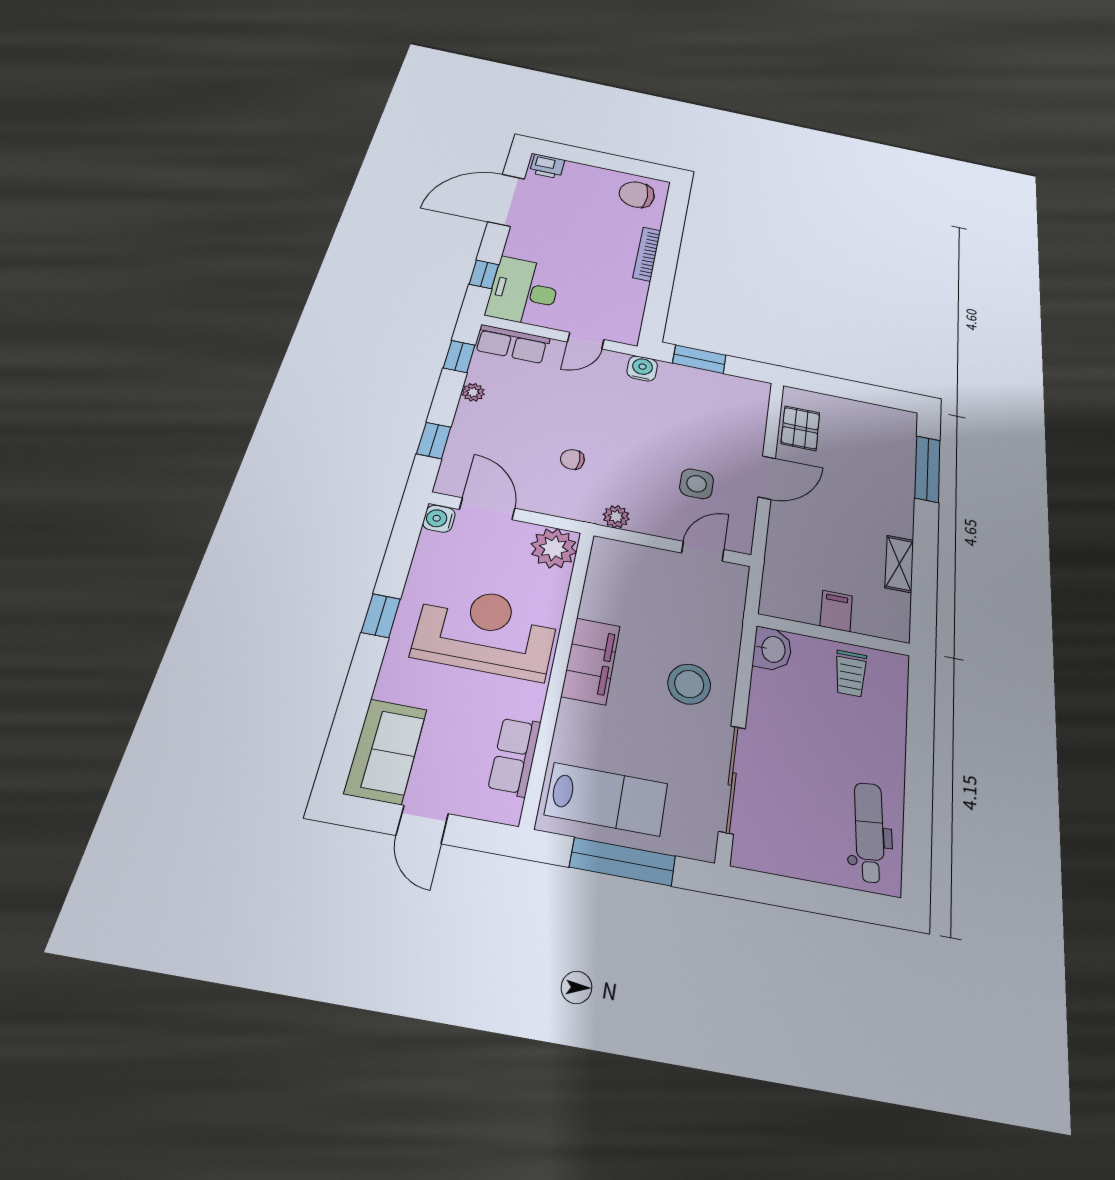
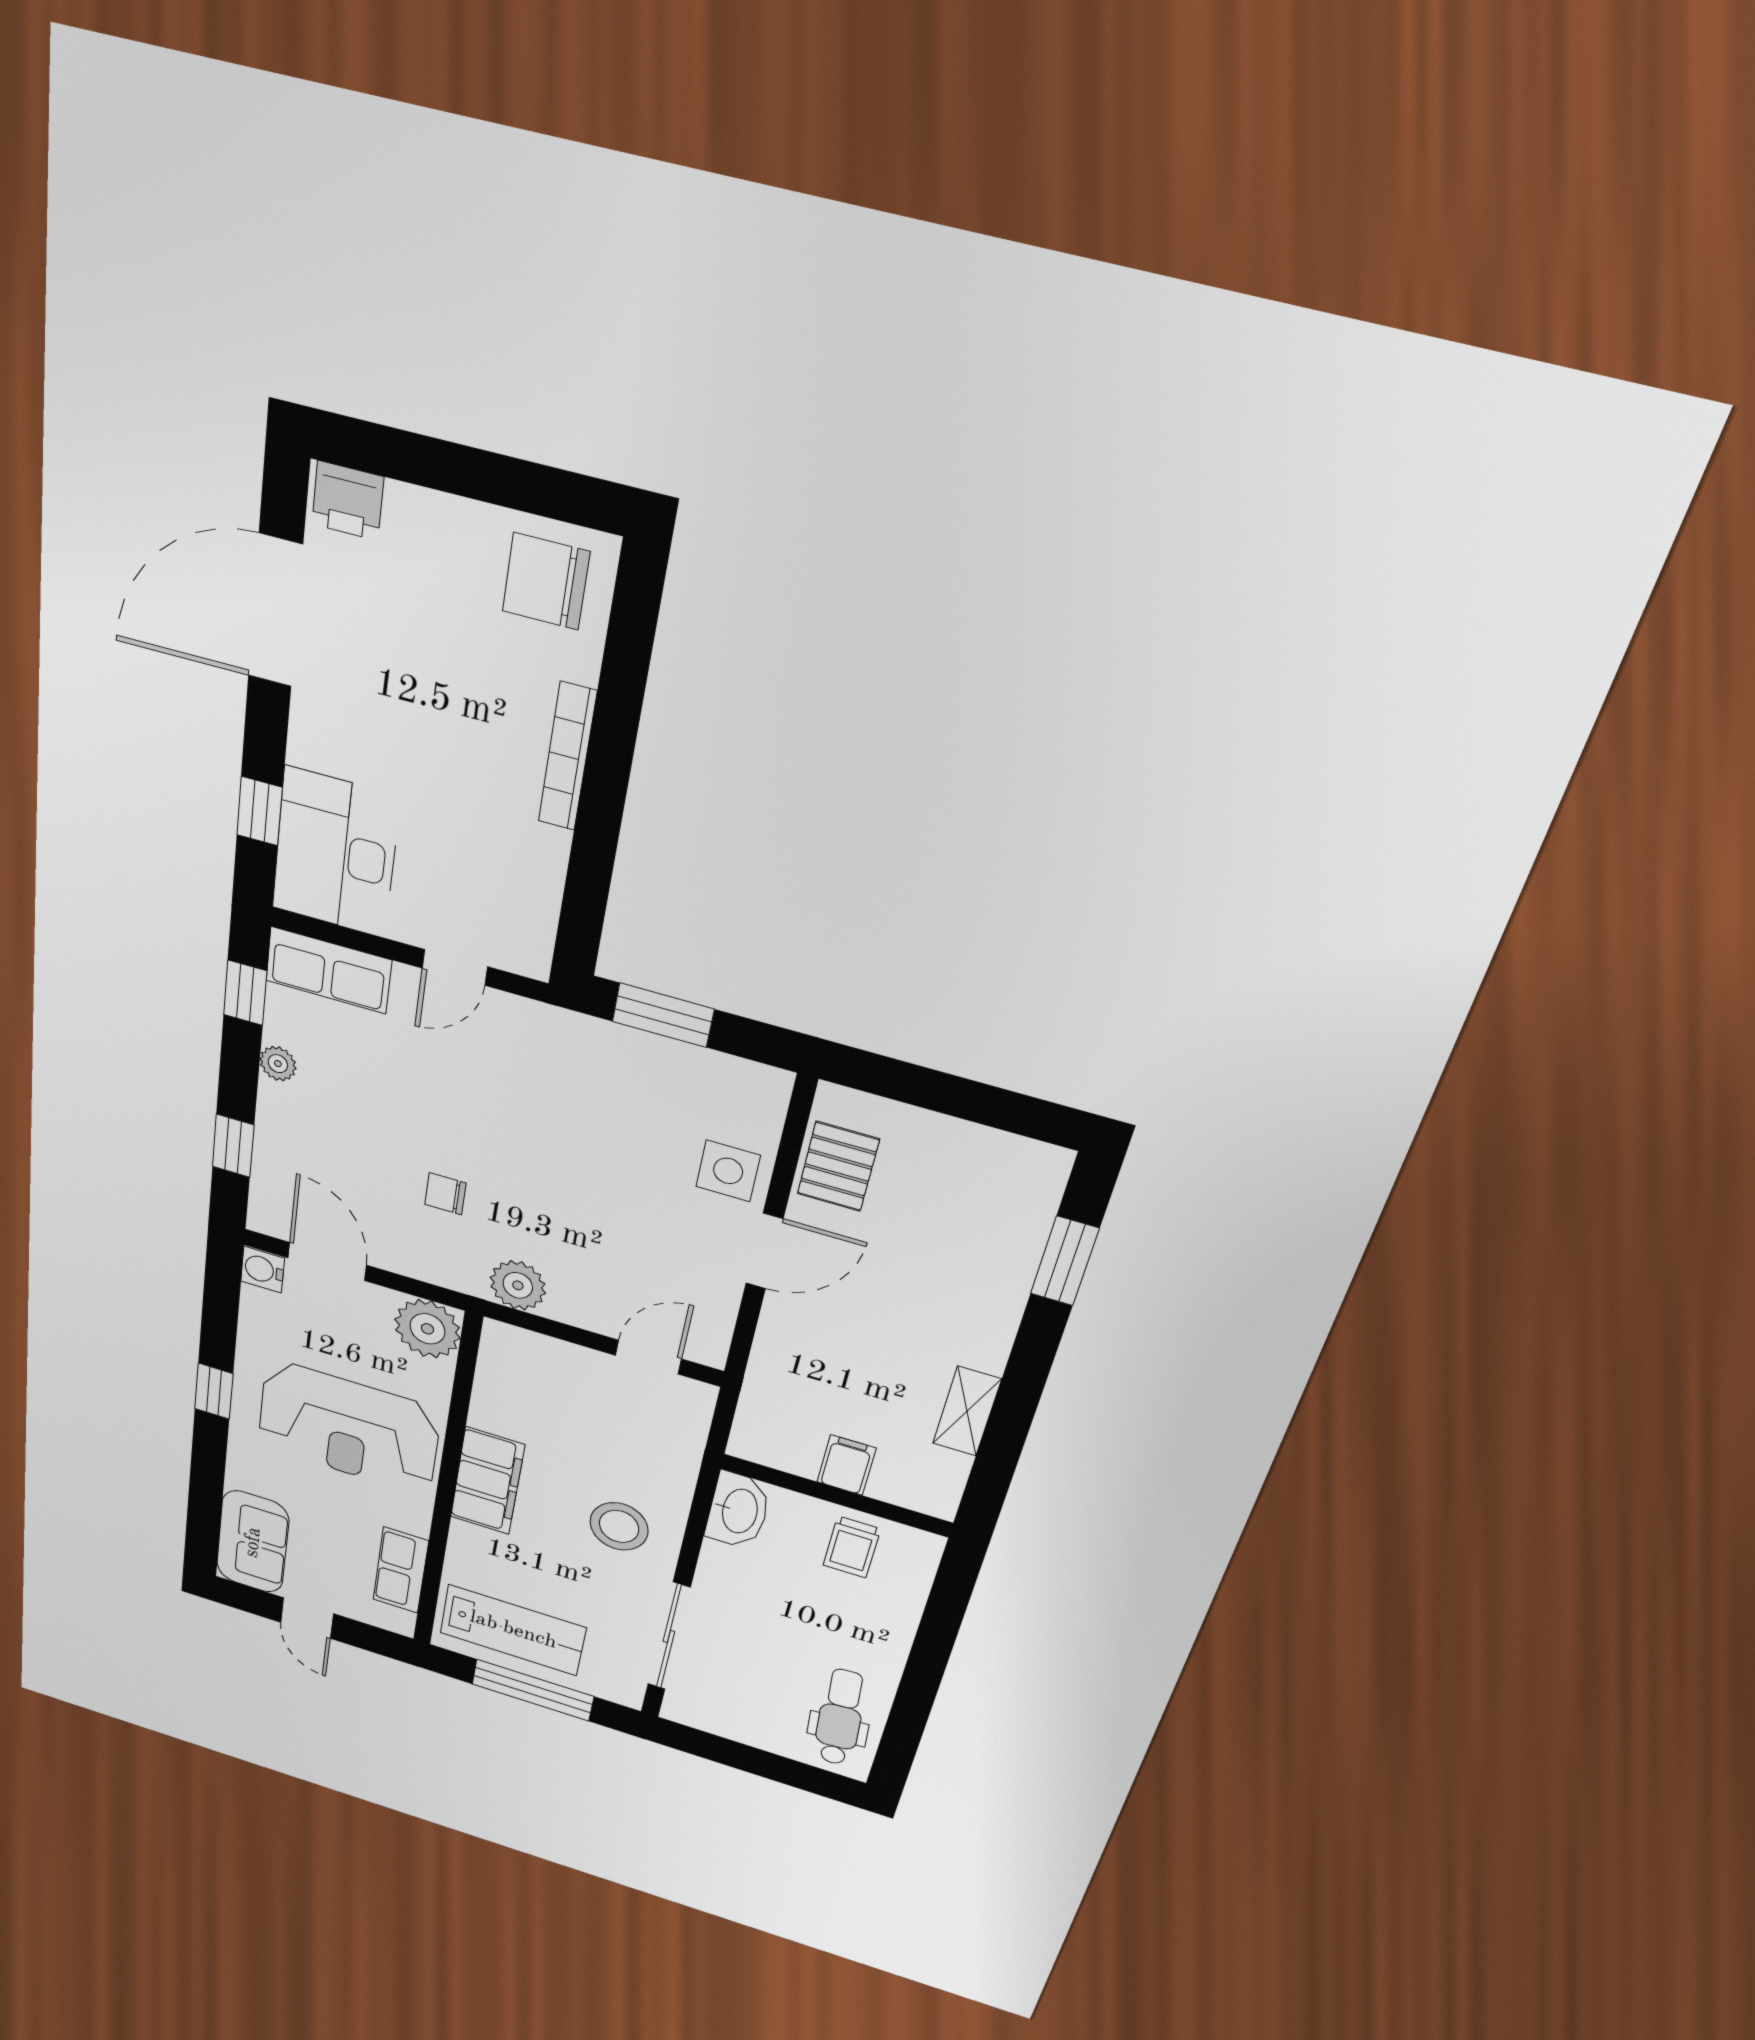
water cooler: (642, 368) -> (557, 1030), removed
window: (927, 469) -> (1065, 1261), width x0.69
side table: (697, 484) -> (728, 1171), moved
plant: (616, 517) -> (518, 1285), width x1.38, depth x1.38
reception desk: (486, 632) -> (348, 1428), turned 180
washbasin: (772, 649) -> (738, 1511), width x1.38

